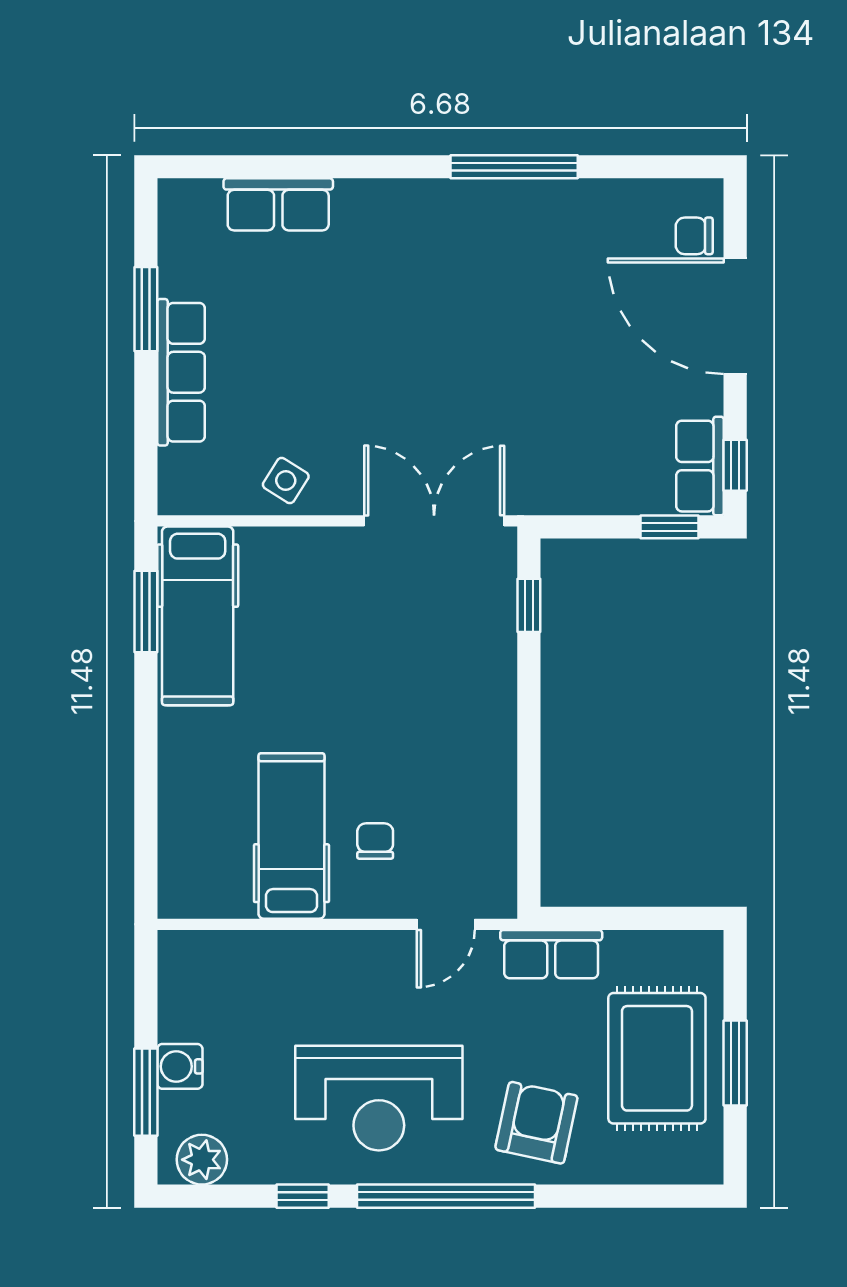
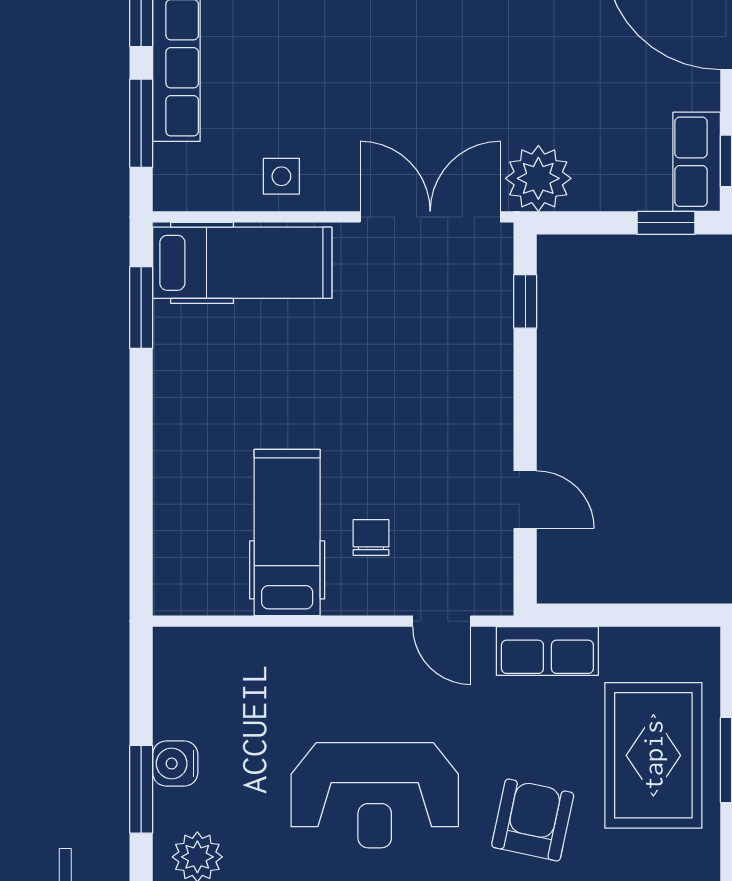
window: (146, 428) -> (141, 123), added
side table: (286, 481) -> (281, 176), turned -32
plant: (542, 483) -> (538, 178), added
hospital bed: (198, 616) -> (242, 263), moved, turned -90
door: (529, 803) -> (525, 500), added
door: (446, 924) -> (442, 621), hinge flipped

